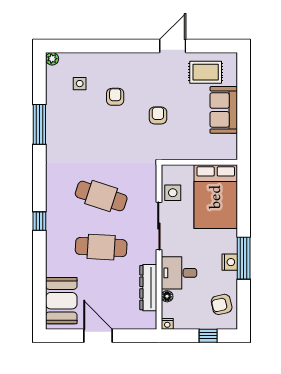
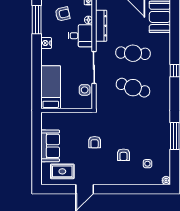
bed: (216, 197) -> (51, 87), width x0.67
window: (244, 258) -> (37, 20), moved
armchair: (222, 304) -> (62, 14), moved

